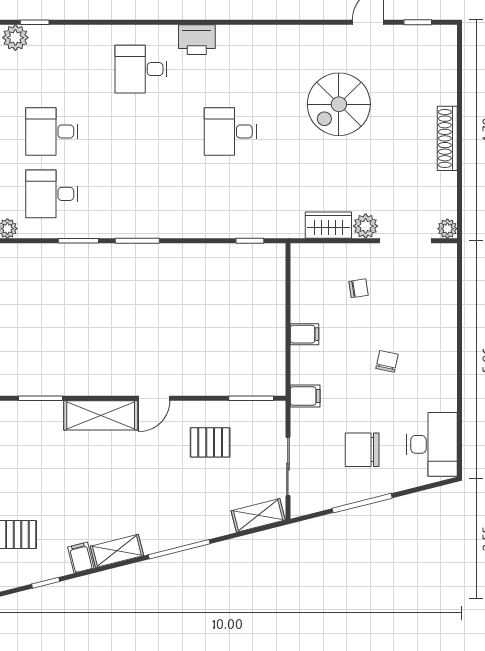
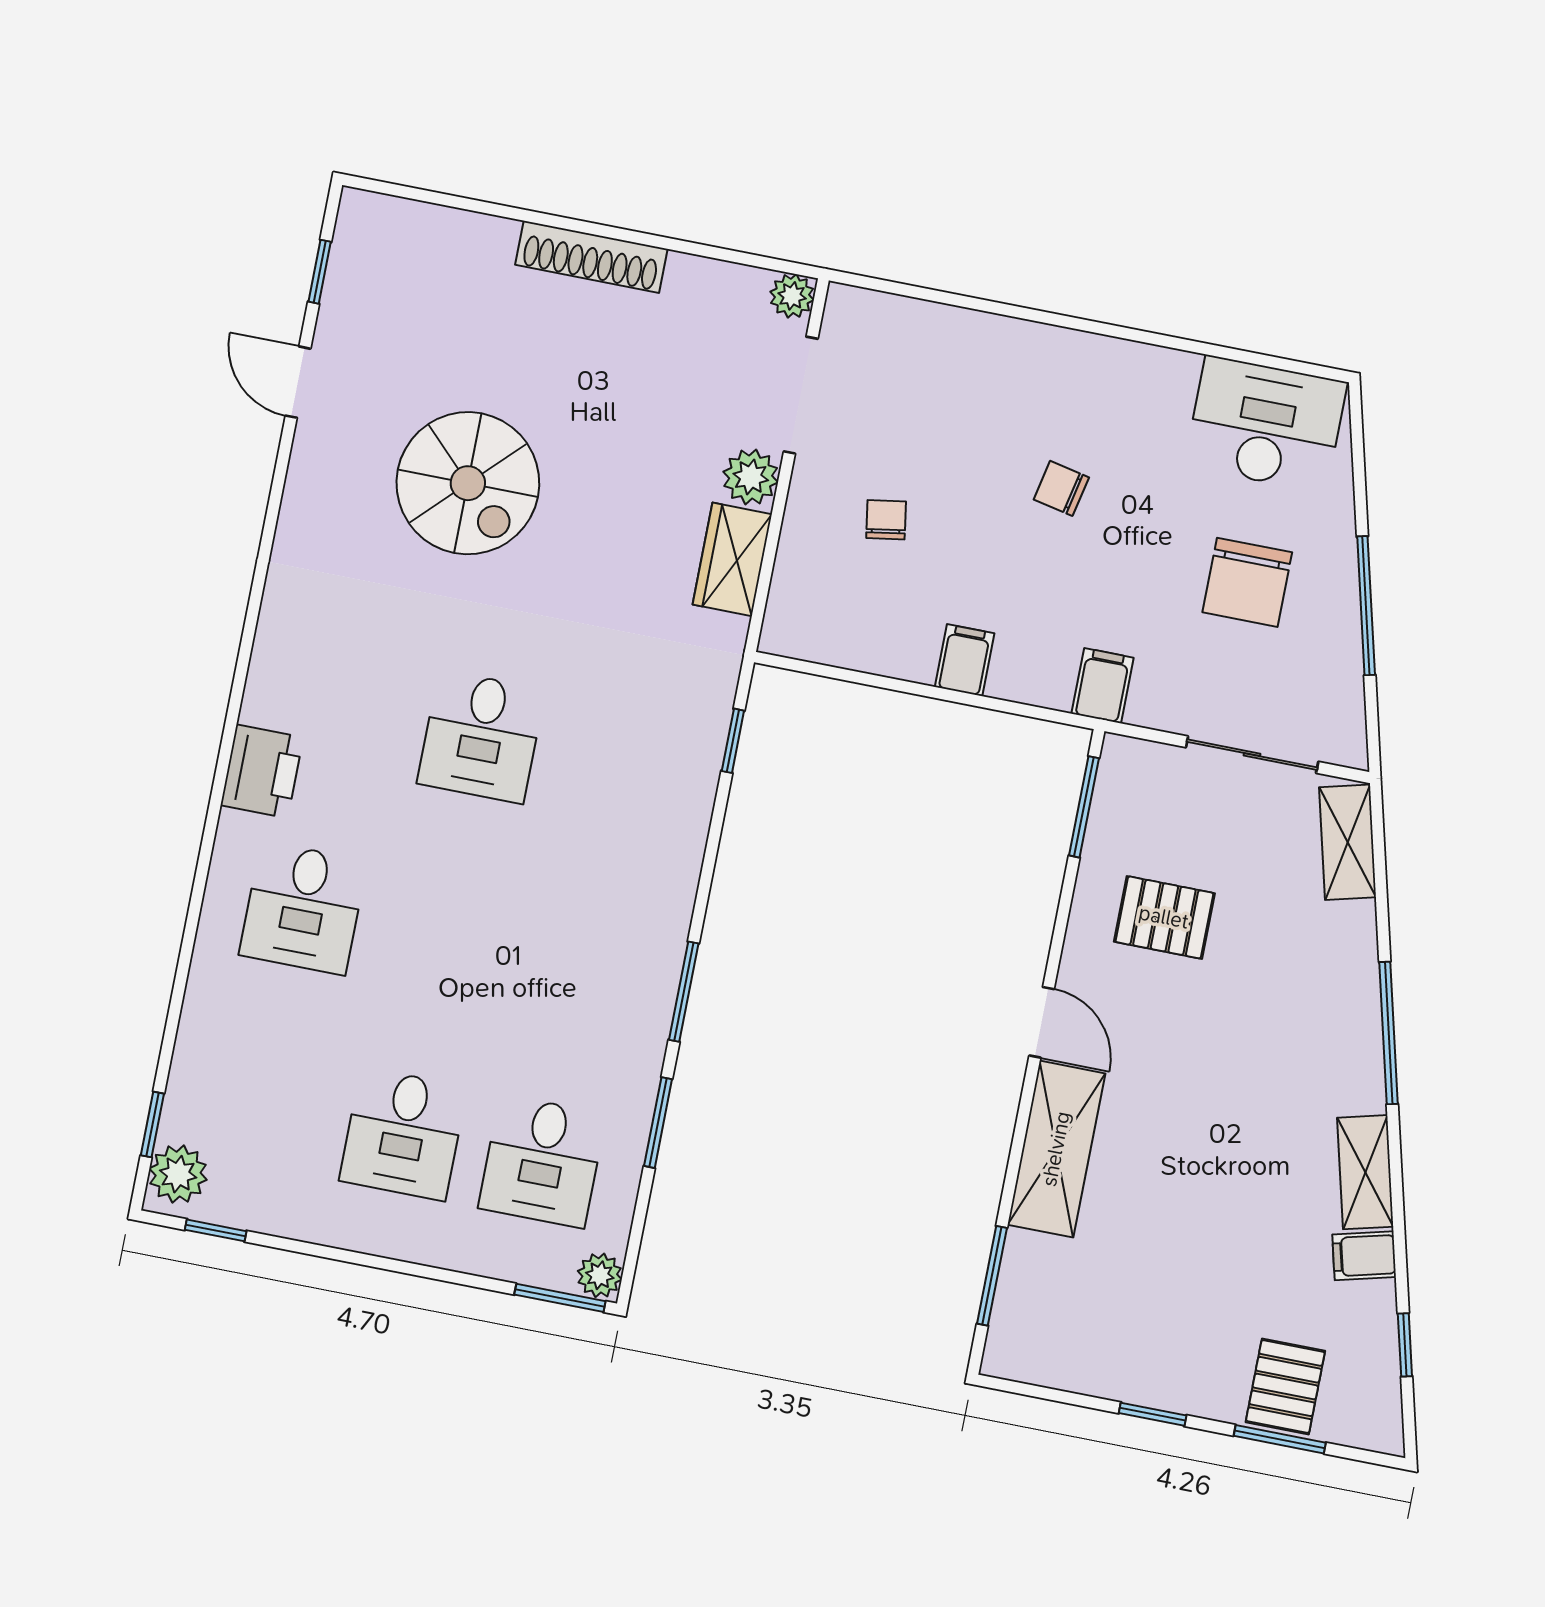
pallet: (210, 442) -> (1164, 917), turned 90

